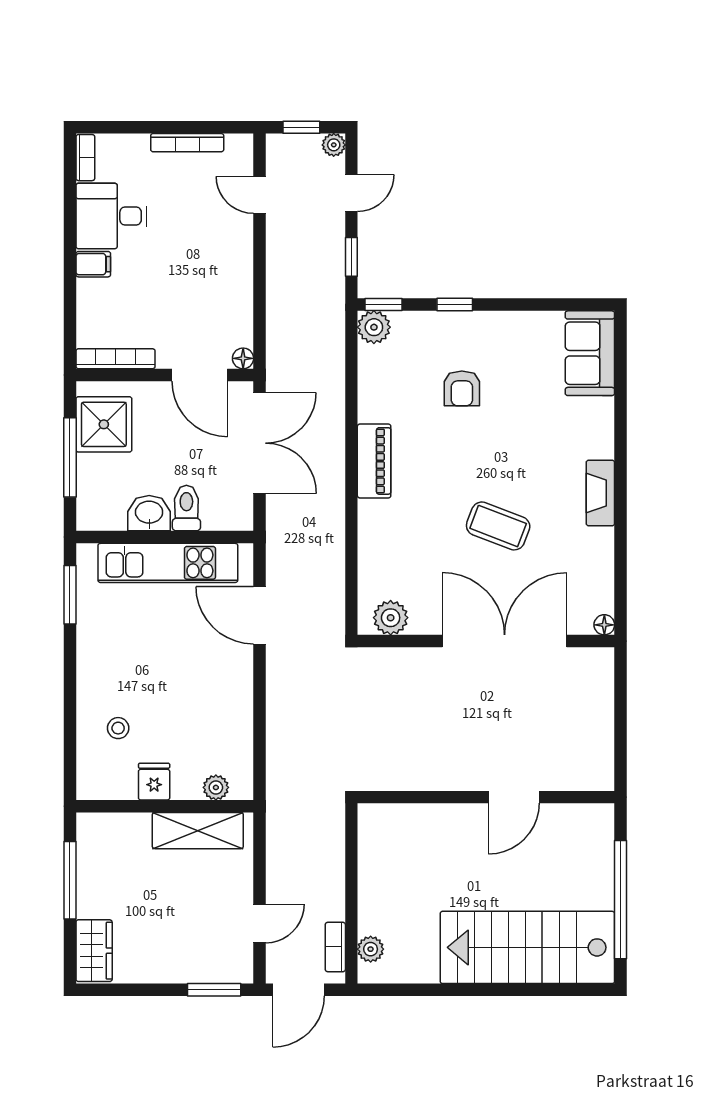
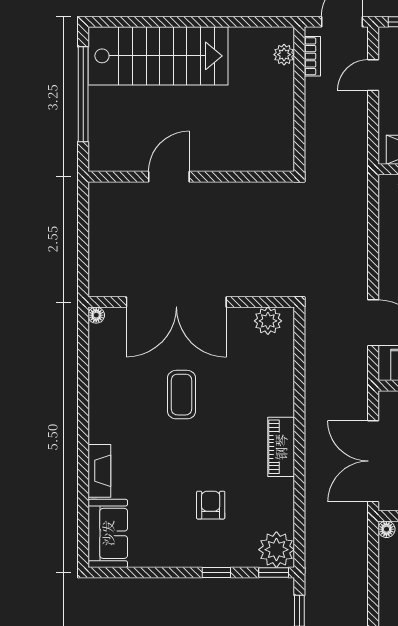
plant: (374, 327) -> (276, 550), width x1.36, depth x1.36
fireplace: (600, 493) -> (99, 471), moved
coffee table: (498, 526) -> (182, 395), turned 69

